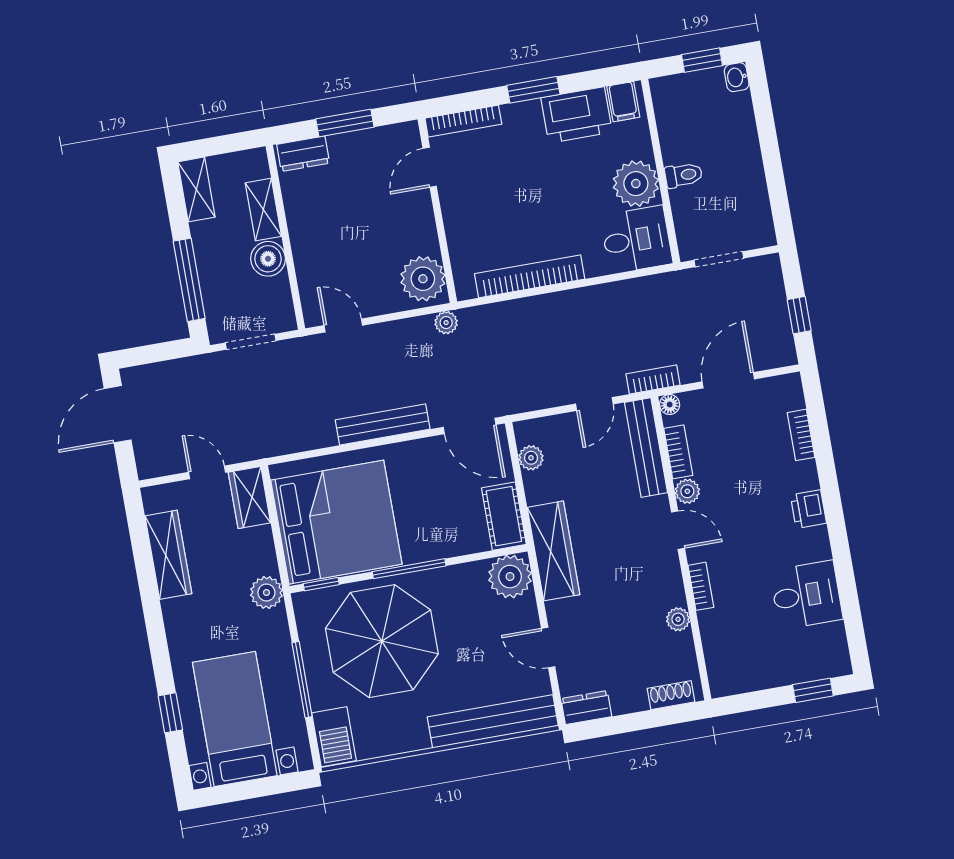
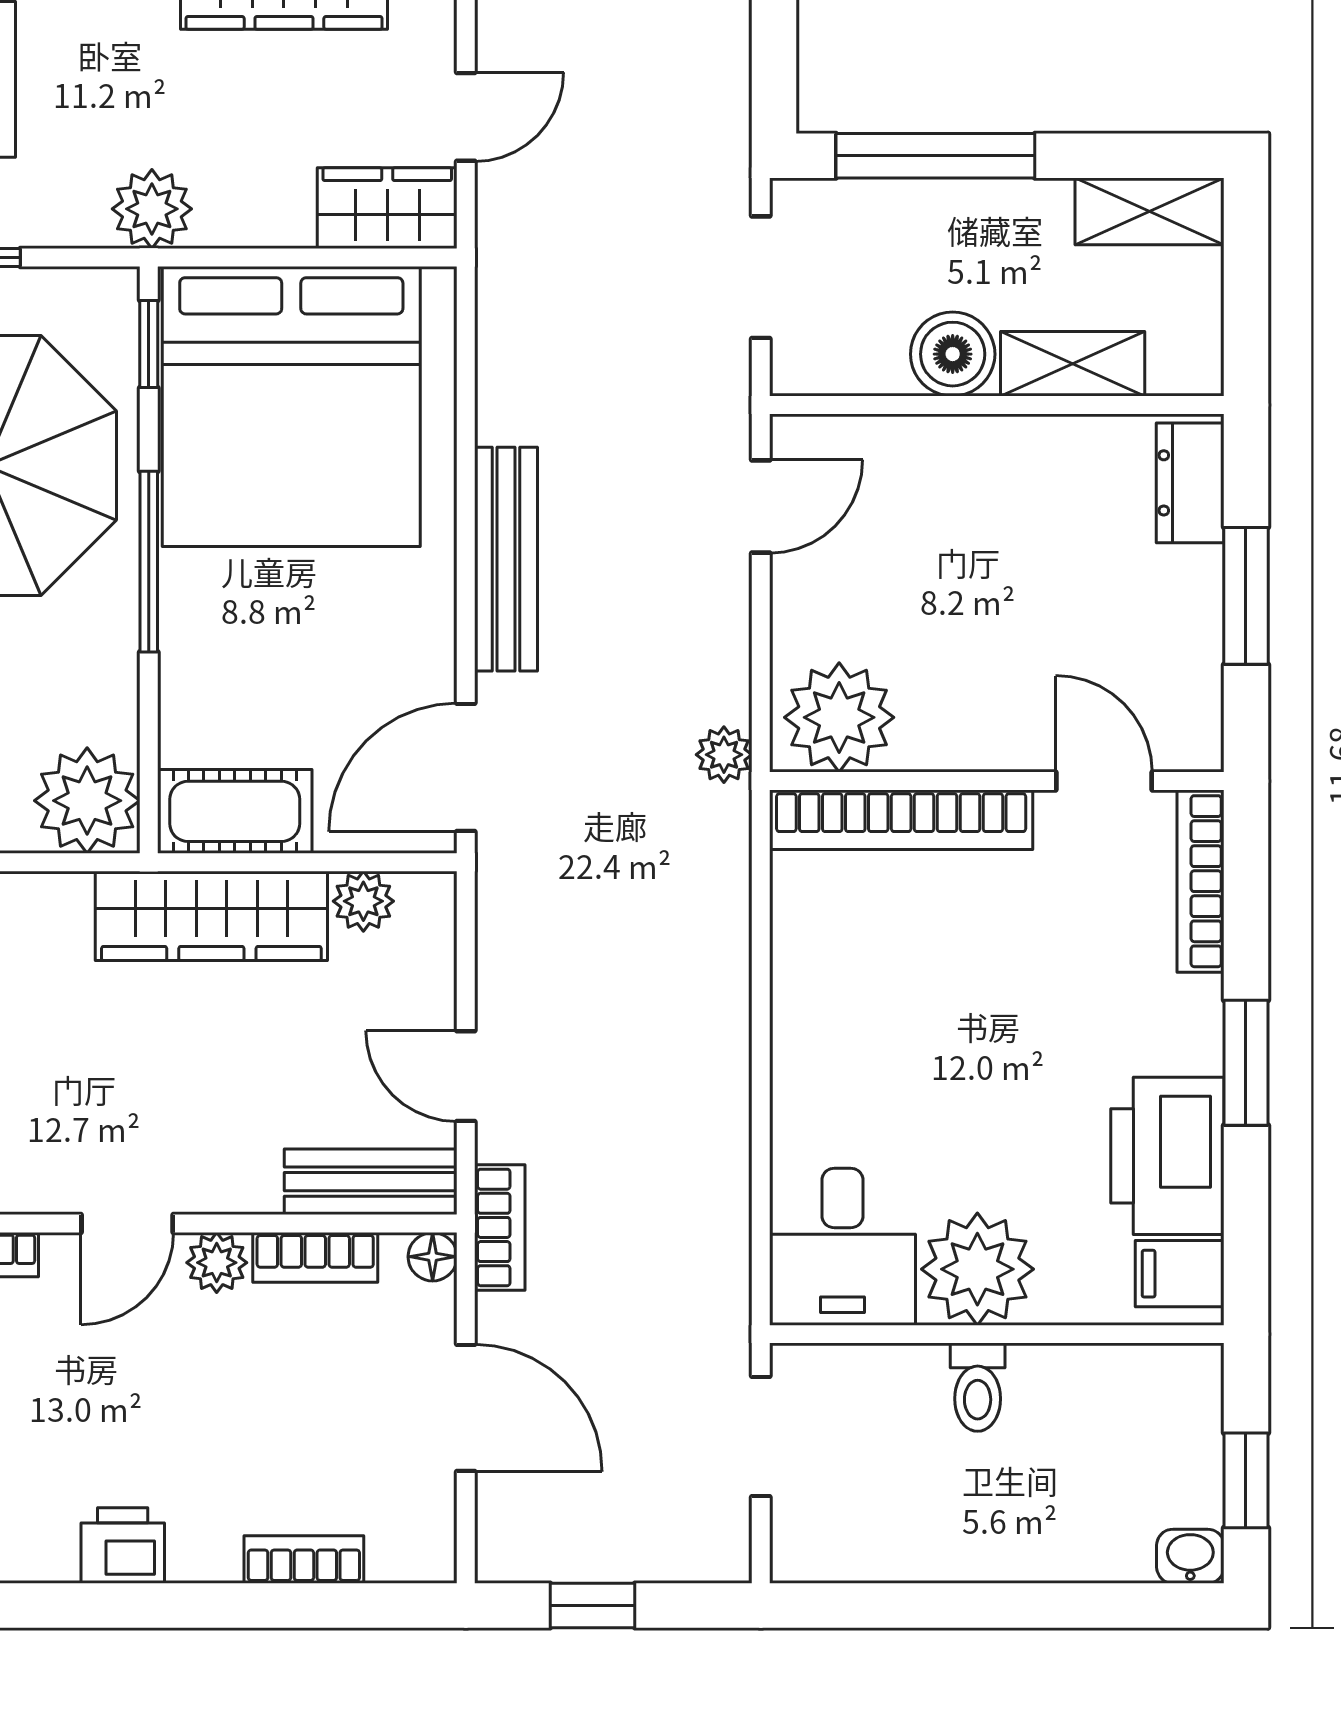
bookcase: (530, 276) -> (901, 820), moved, turned 90
bench: (646, 448) -> (371, 1182), width x0.73
wardrobe: (553, 551) -> (211, 916), moved

